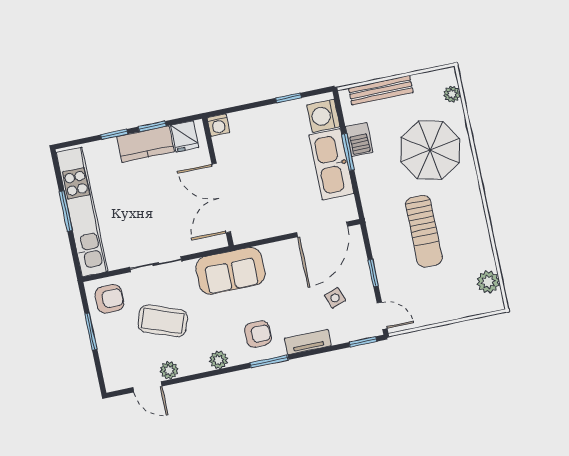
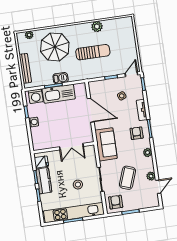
washing machine: (218, 125) -> (34, 122), moved
barbecue: (359, 140) -> (61, 78), moved
double door: (221, 198) -> (71, 147), width x0.73
stool: (142, 217) -> (78, 185), added
door: (322, 229) -> (91, 110), moved
plant: (488, 282) -> (97, 27), moved

